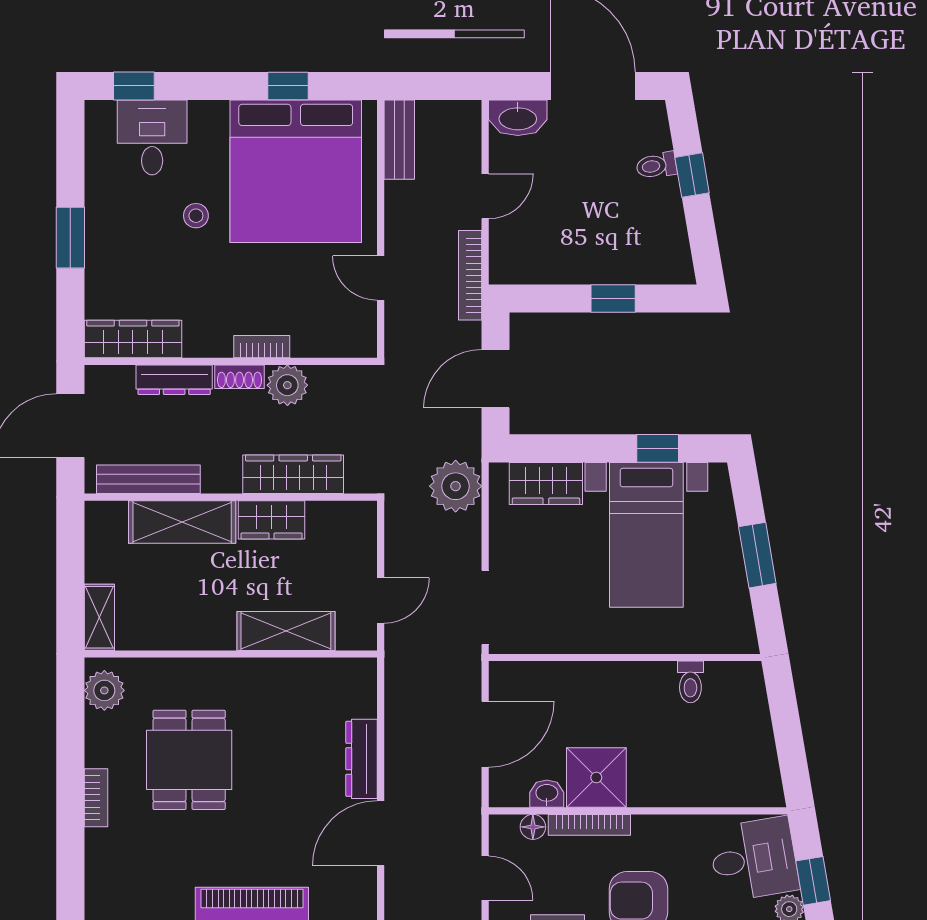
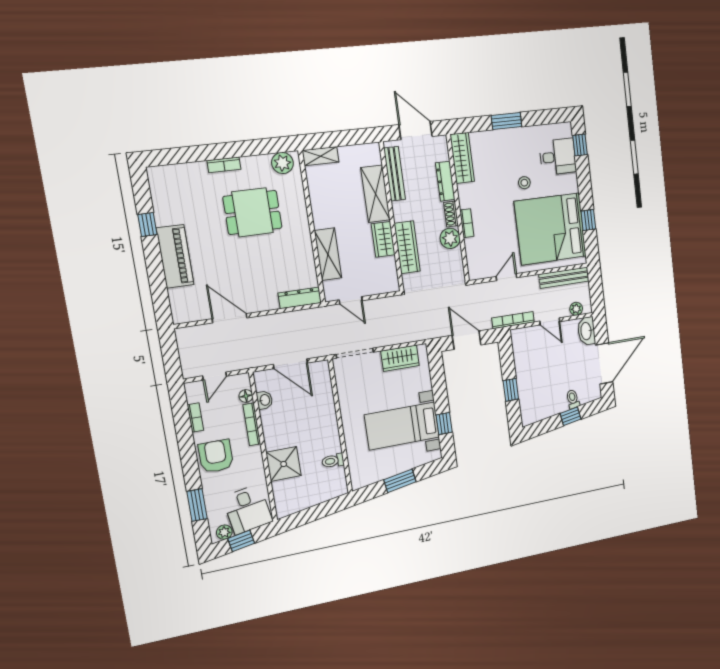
bench: (399, 140) -> (564, 278), width x1.36
wardrobe: (546, 484) -> (400, 358), moved, turned -90
plant: (456, 486) -> (576, 309), moved, width x0.53, depth x0.53
dresser: (362, 759) -> (300, 298), moved
shower: (596, 778) -> (284, 464), moved

